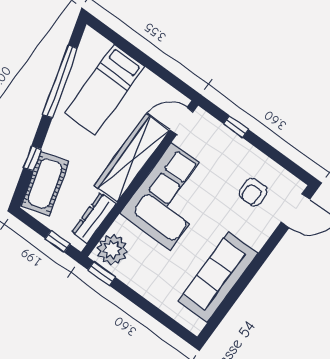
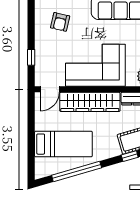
door: (182, 121) -> (50, 89), hinge flipped
armchair: (253, 192) -> (60, 22), turned 103

